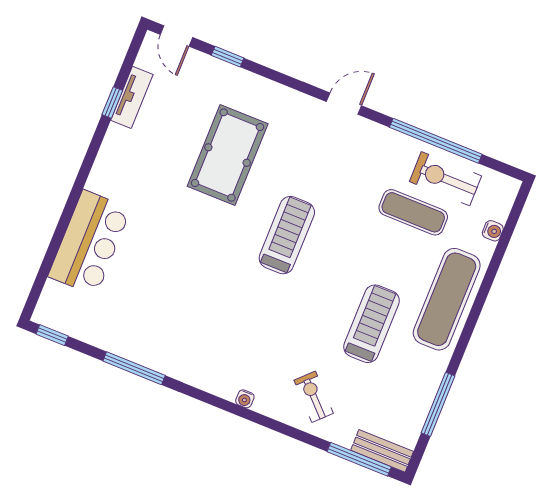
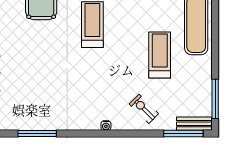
window: (438, 404) -> (215, 99), moved

